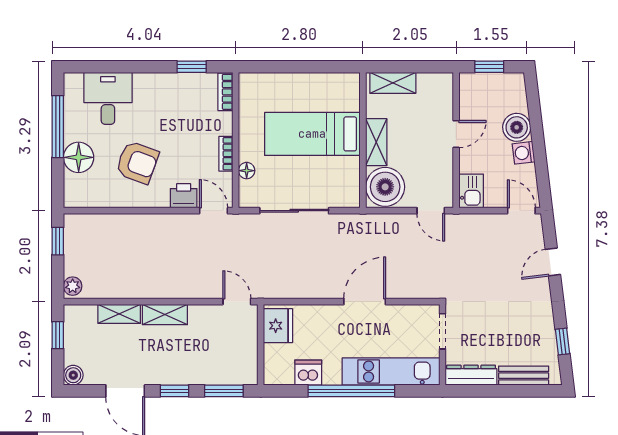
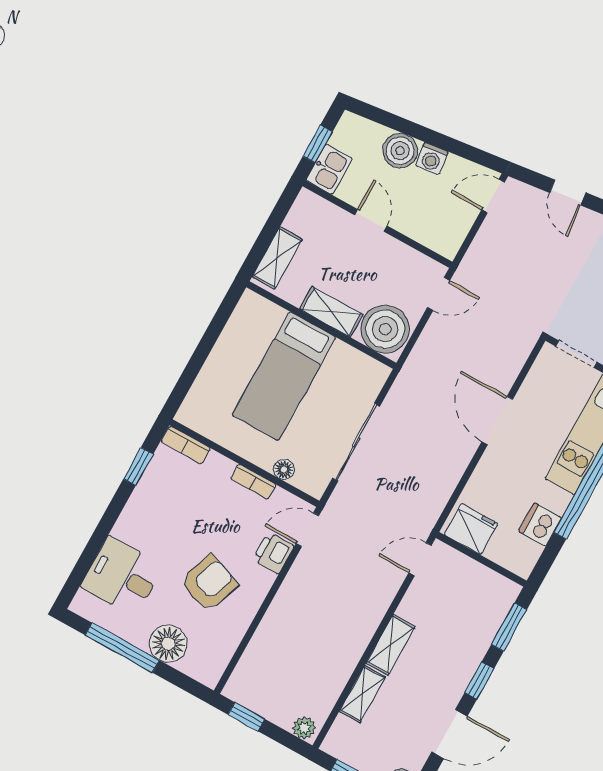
kitchen sink: (471, 191) -> (329, 169), moved, turned 90

